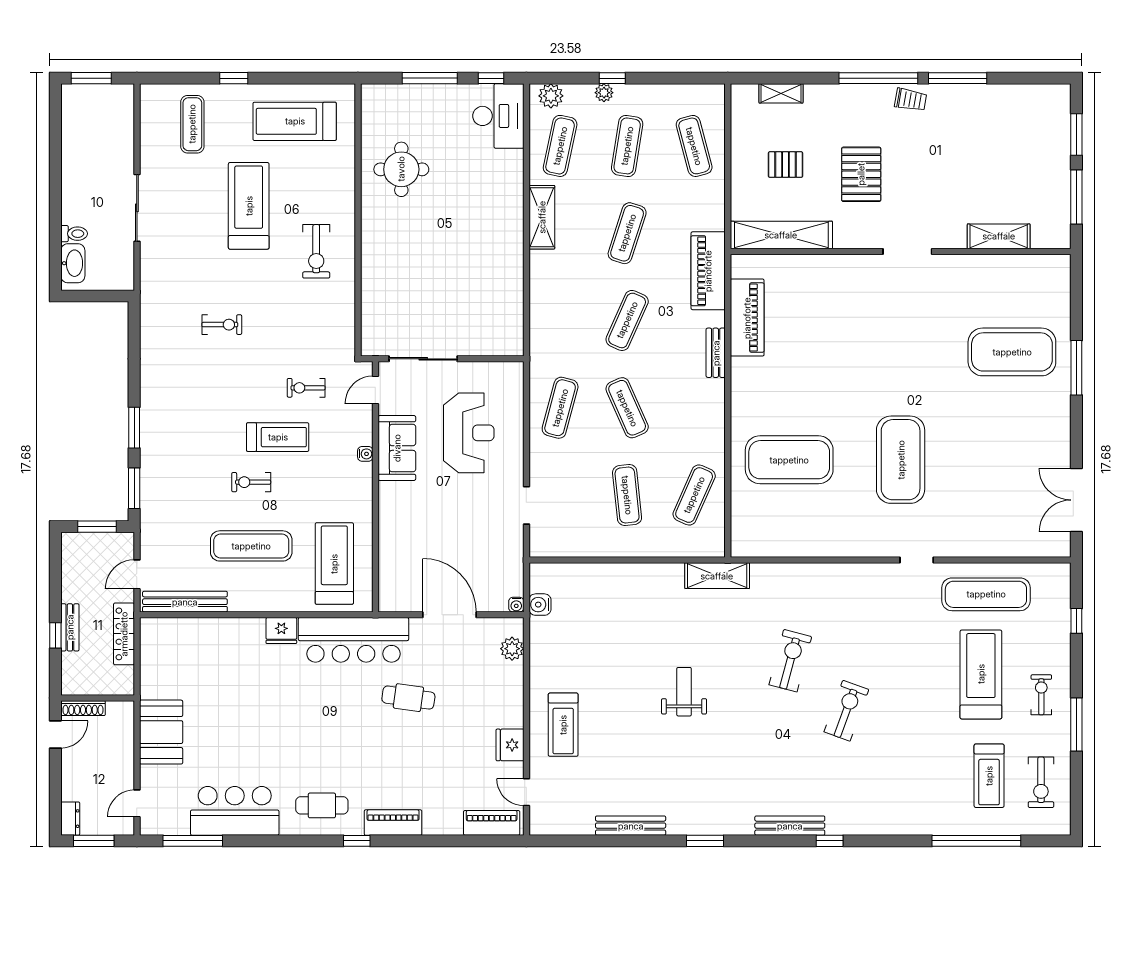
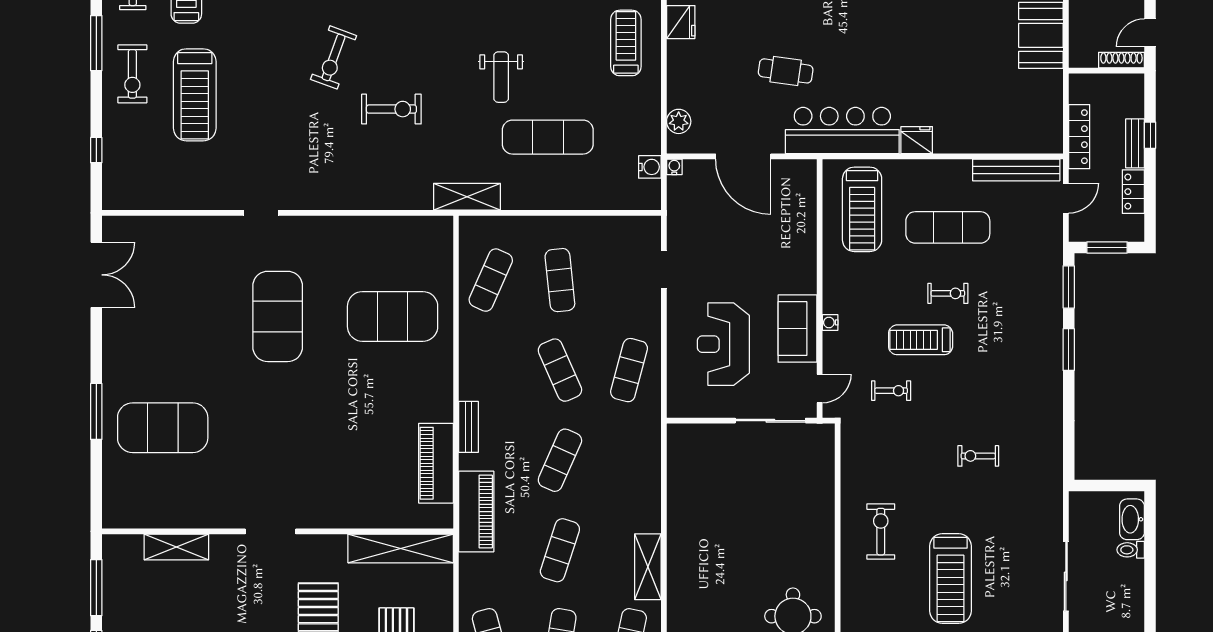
locker: (71, 581) -> (1133, 192), added
exercise mat: (986, 594) -> (548, 137), moved
exercise bike: (790, 661) -> (391, 109), turned -105
exercise bike: (1041, 695) -> (132, 74), width x1.38, depth x1.39

